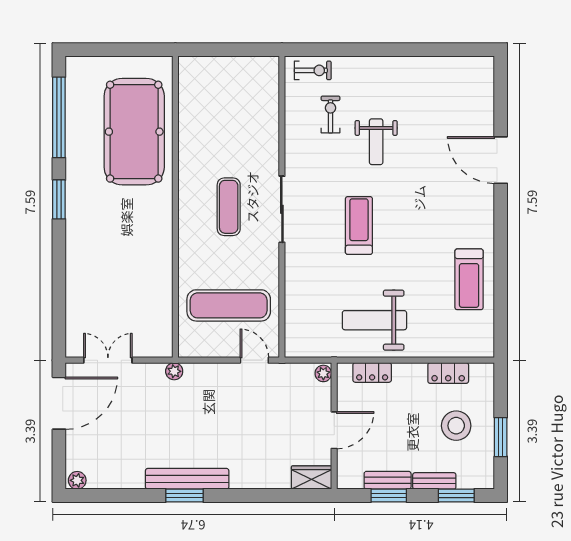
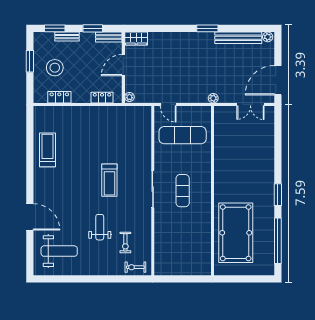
weight bench: (374, 320) -> (59, 251), moved
bench: (187, 479) -> (238, 38), moved
bench: (388, 480) -> (109, 37), moved

